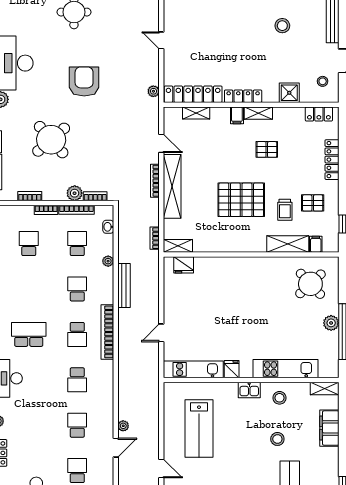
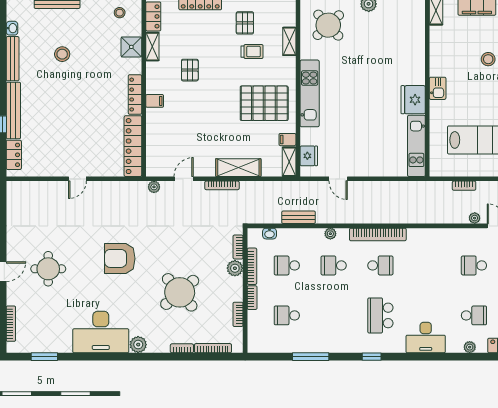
plant: (153, 91) -> (154, 187), moved
shelving: (196, 113) -> (152, 143), removed
shelving: (258, 113) -> (152, 47), moved
shelving: (172, 186) -> (238, 168), width x0.68
pallet: (241, 200) -> (264, 103), moved, turned 90
bookcase: (155, 238) -> (464, 186), moved
shelving: (288, 244) -> (289, 41), width x0.67, depth x0.75
filing cabinet: (316, 244) -> (287, 140), moved
plant: (108, 261) -> (330, 234), moved
bench: (124, 286) -> (299, 217), moved, width x0.73
door: (161, 333) -> (338, 179), moved
fridge: (232, 369) -> (413, 100), width x1.88, depth x1.34
kitchen unit: (285, 369) -> (310, 93), moved, turned 180
school desk: (77, 380) -> (474, 315), moved
stool: (279, 398) -> (446, 57), removed

